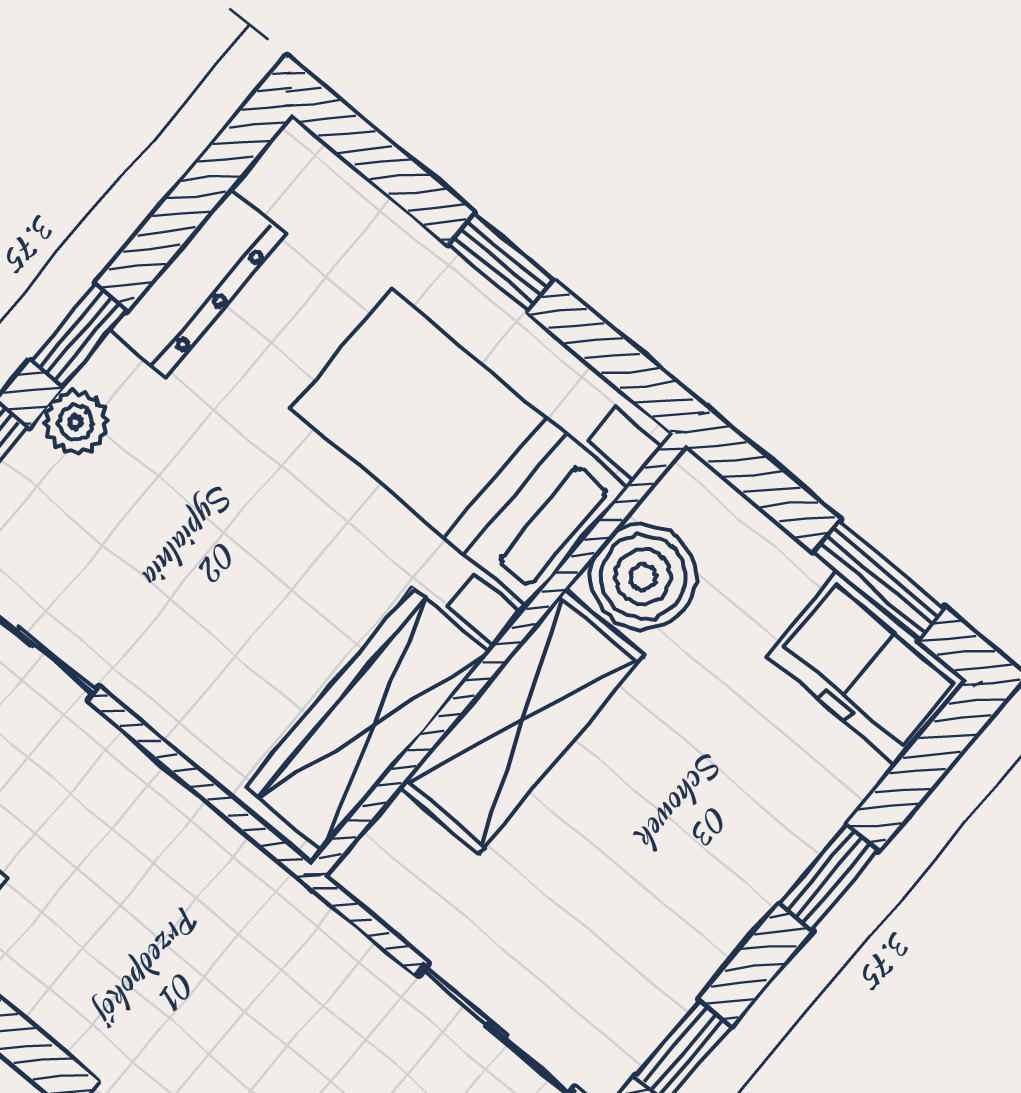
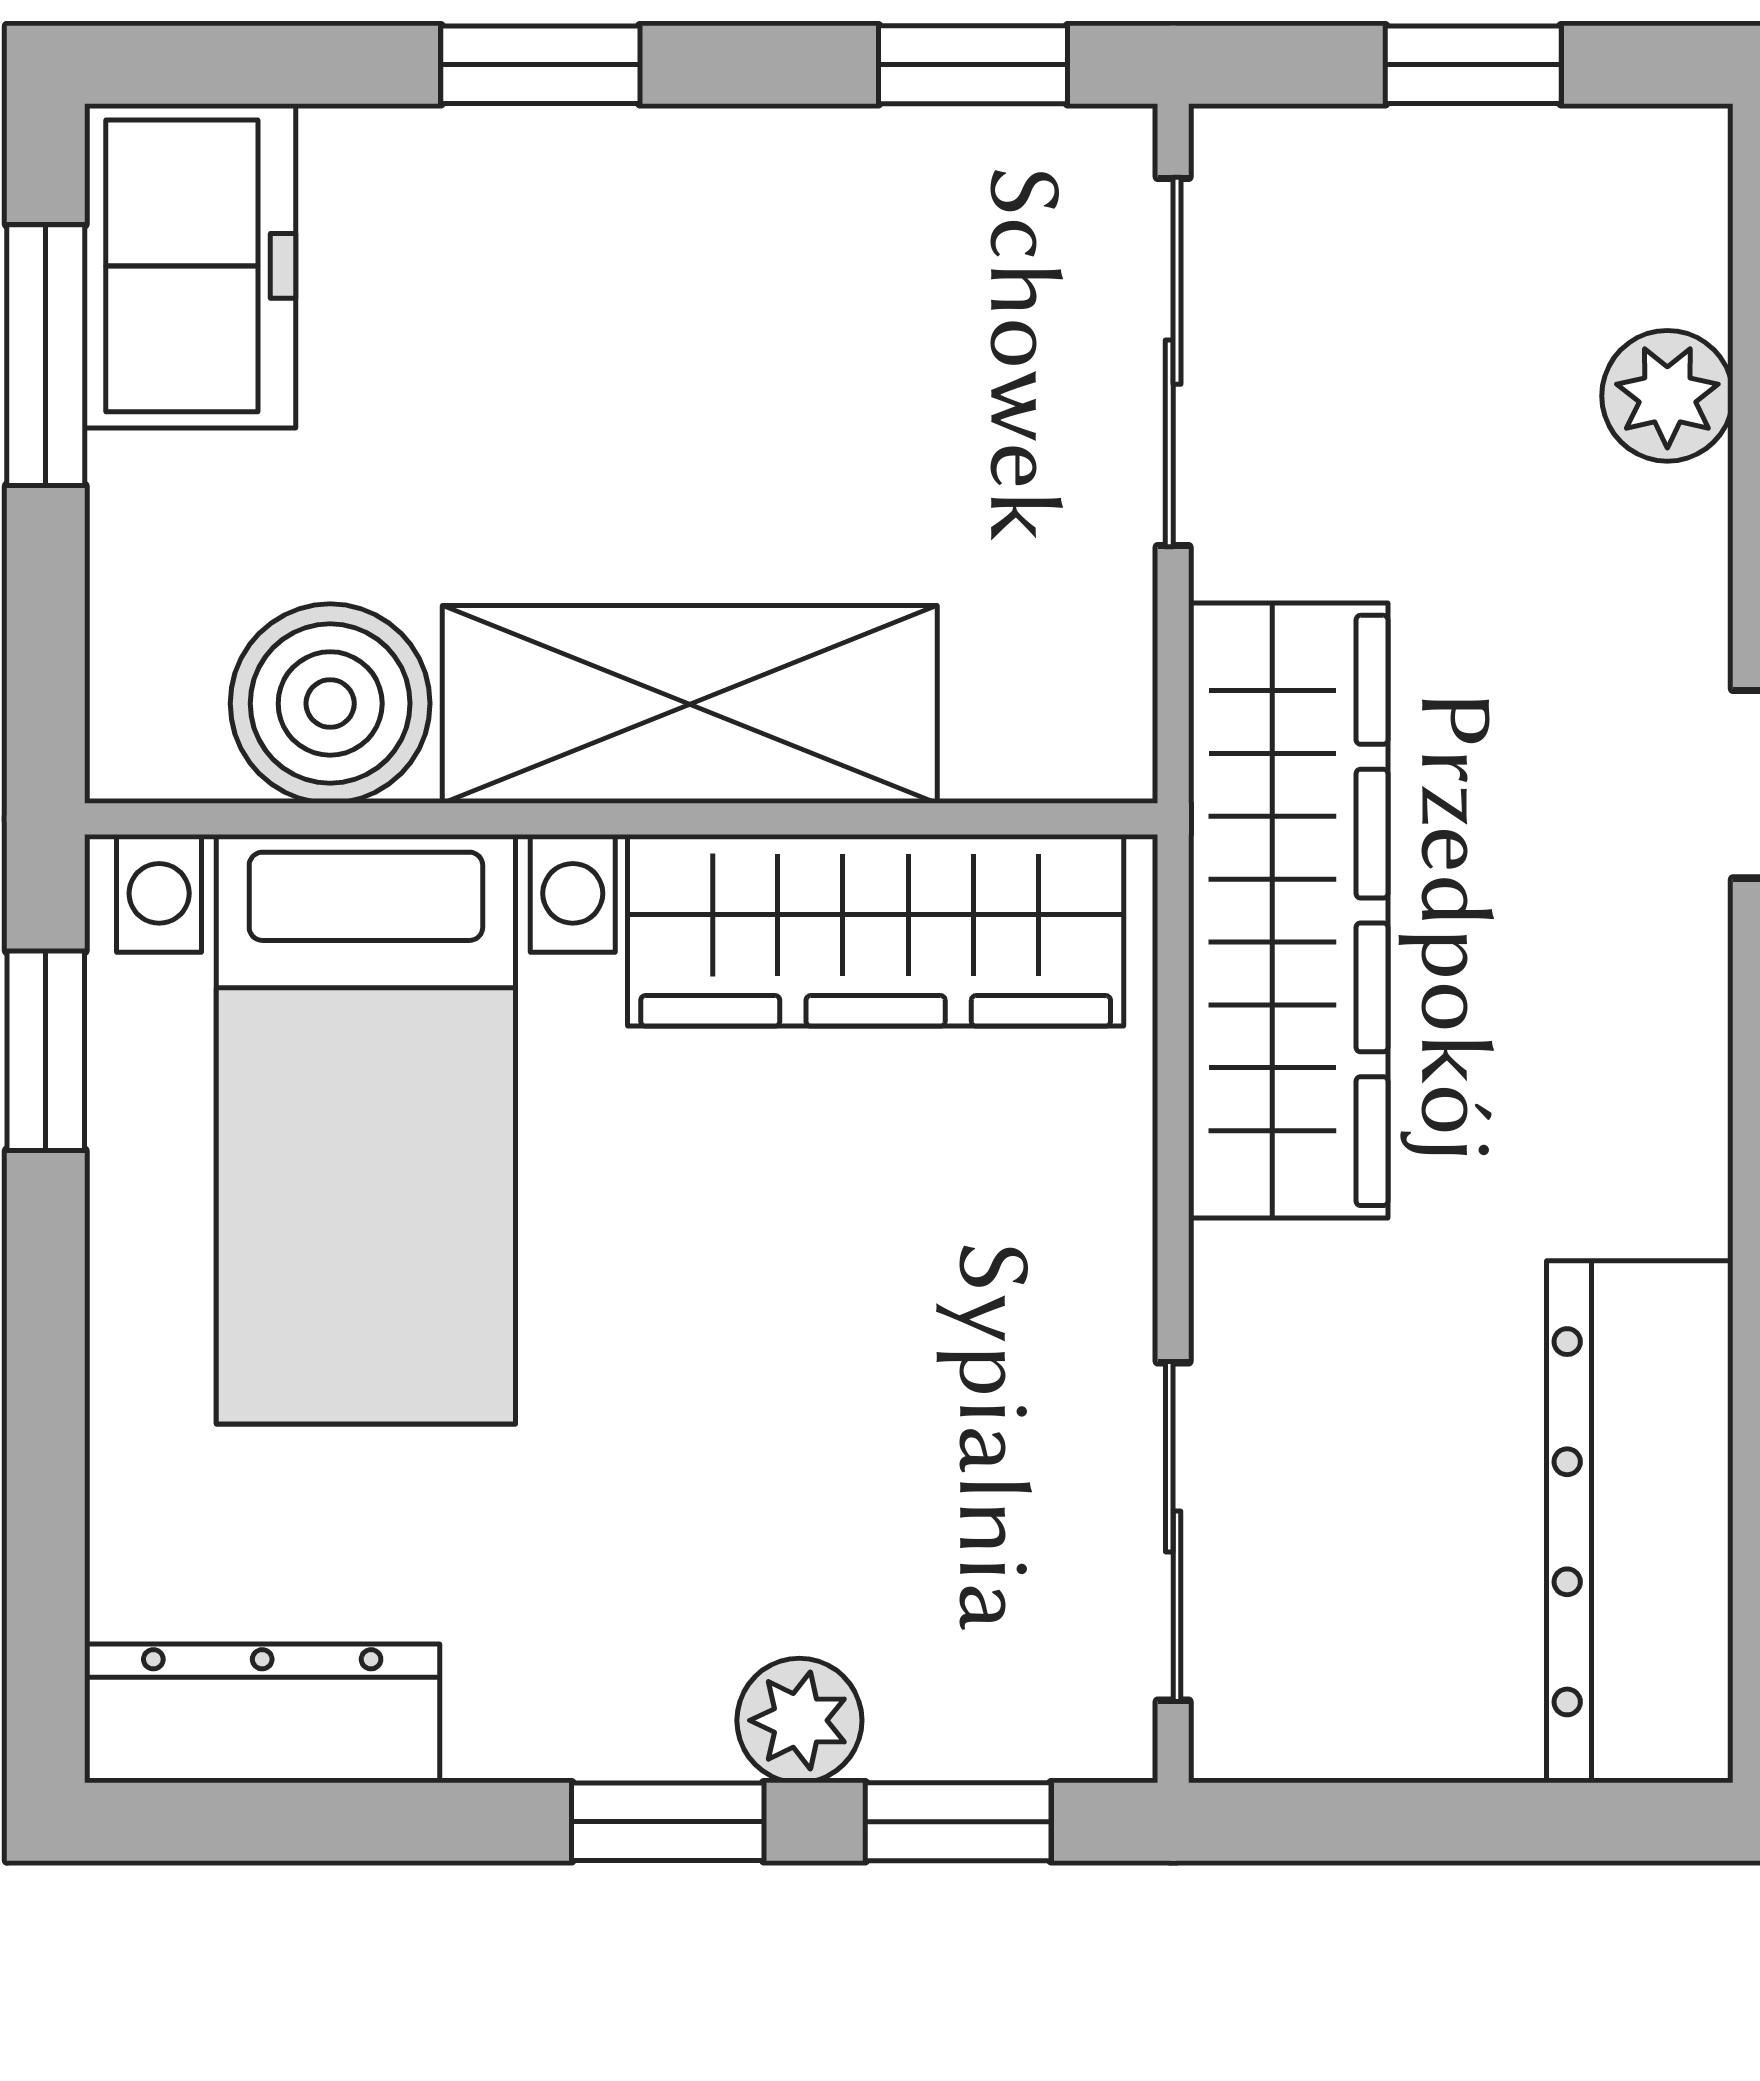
window: (500, 262) -> (46, 1051), moved
dresser: (198, 283) -> (262, 1713), moved
wardrobe: (236, 892) -> (1288, 910), added

